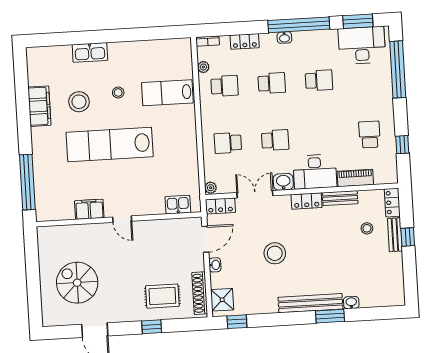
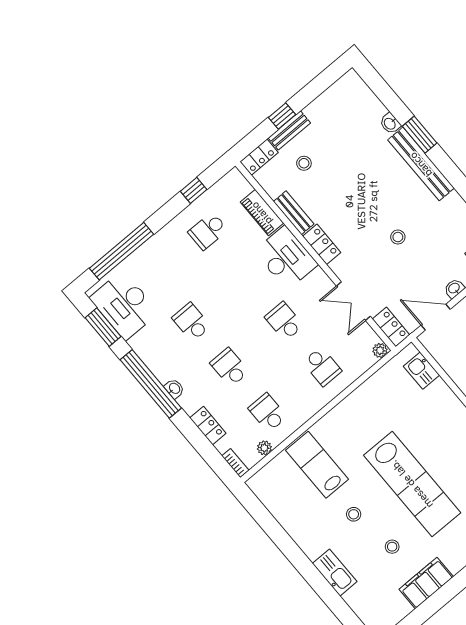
lab bench: (167, 93) -> (317, 465), turned 180
stool: (79, 102) -> (392, 547), width x0.53, depth x0.53
washbasin: (283, 182) -> (320, 282), removed
stool: (275, 253) -> (398, 237), width x0.53, depth x0.53

